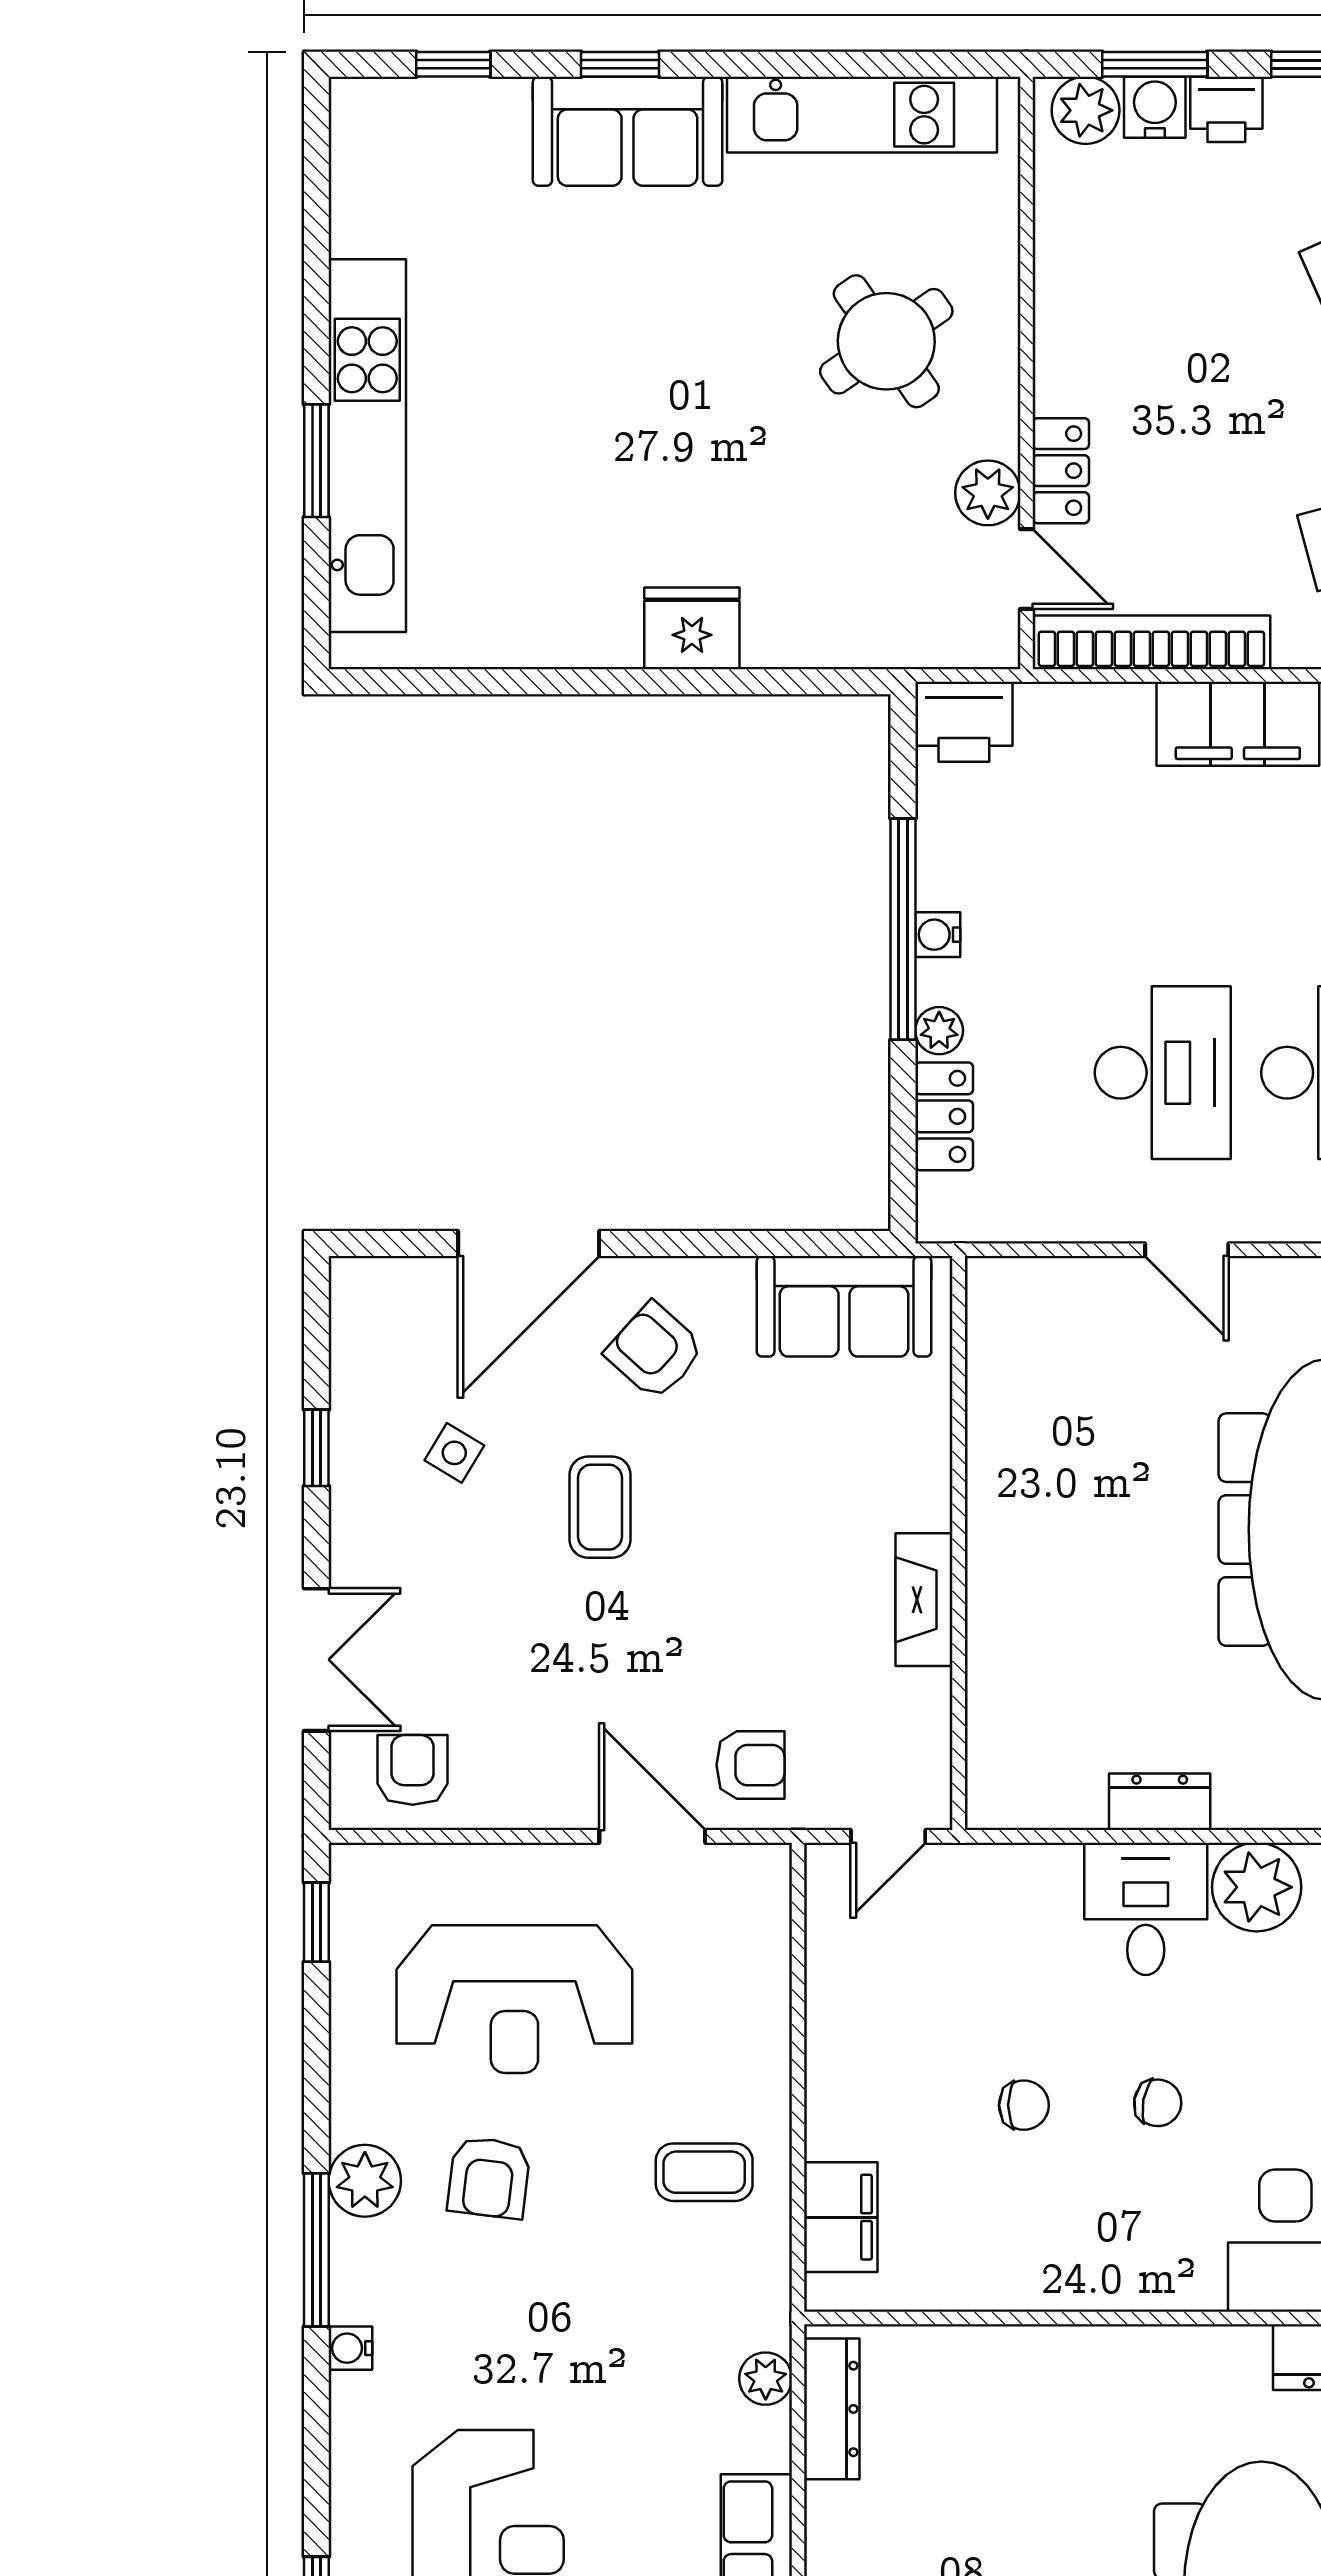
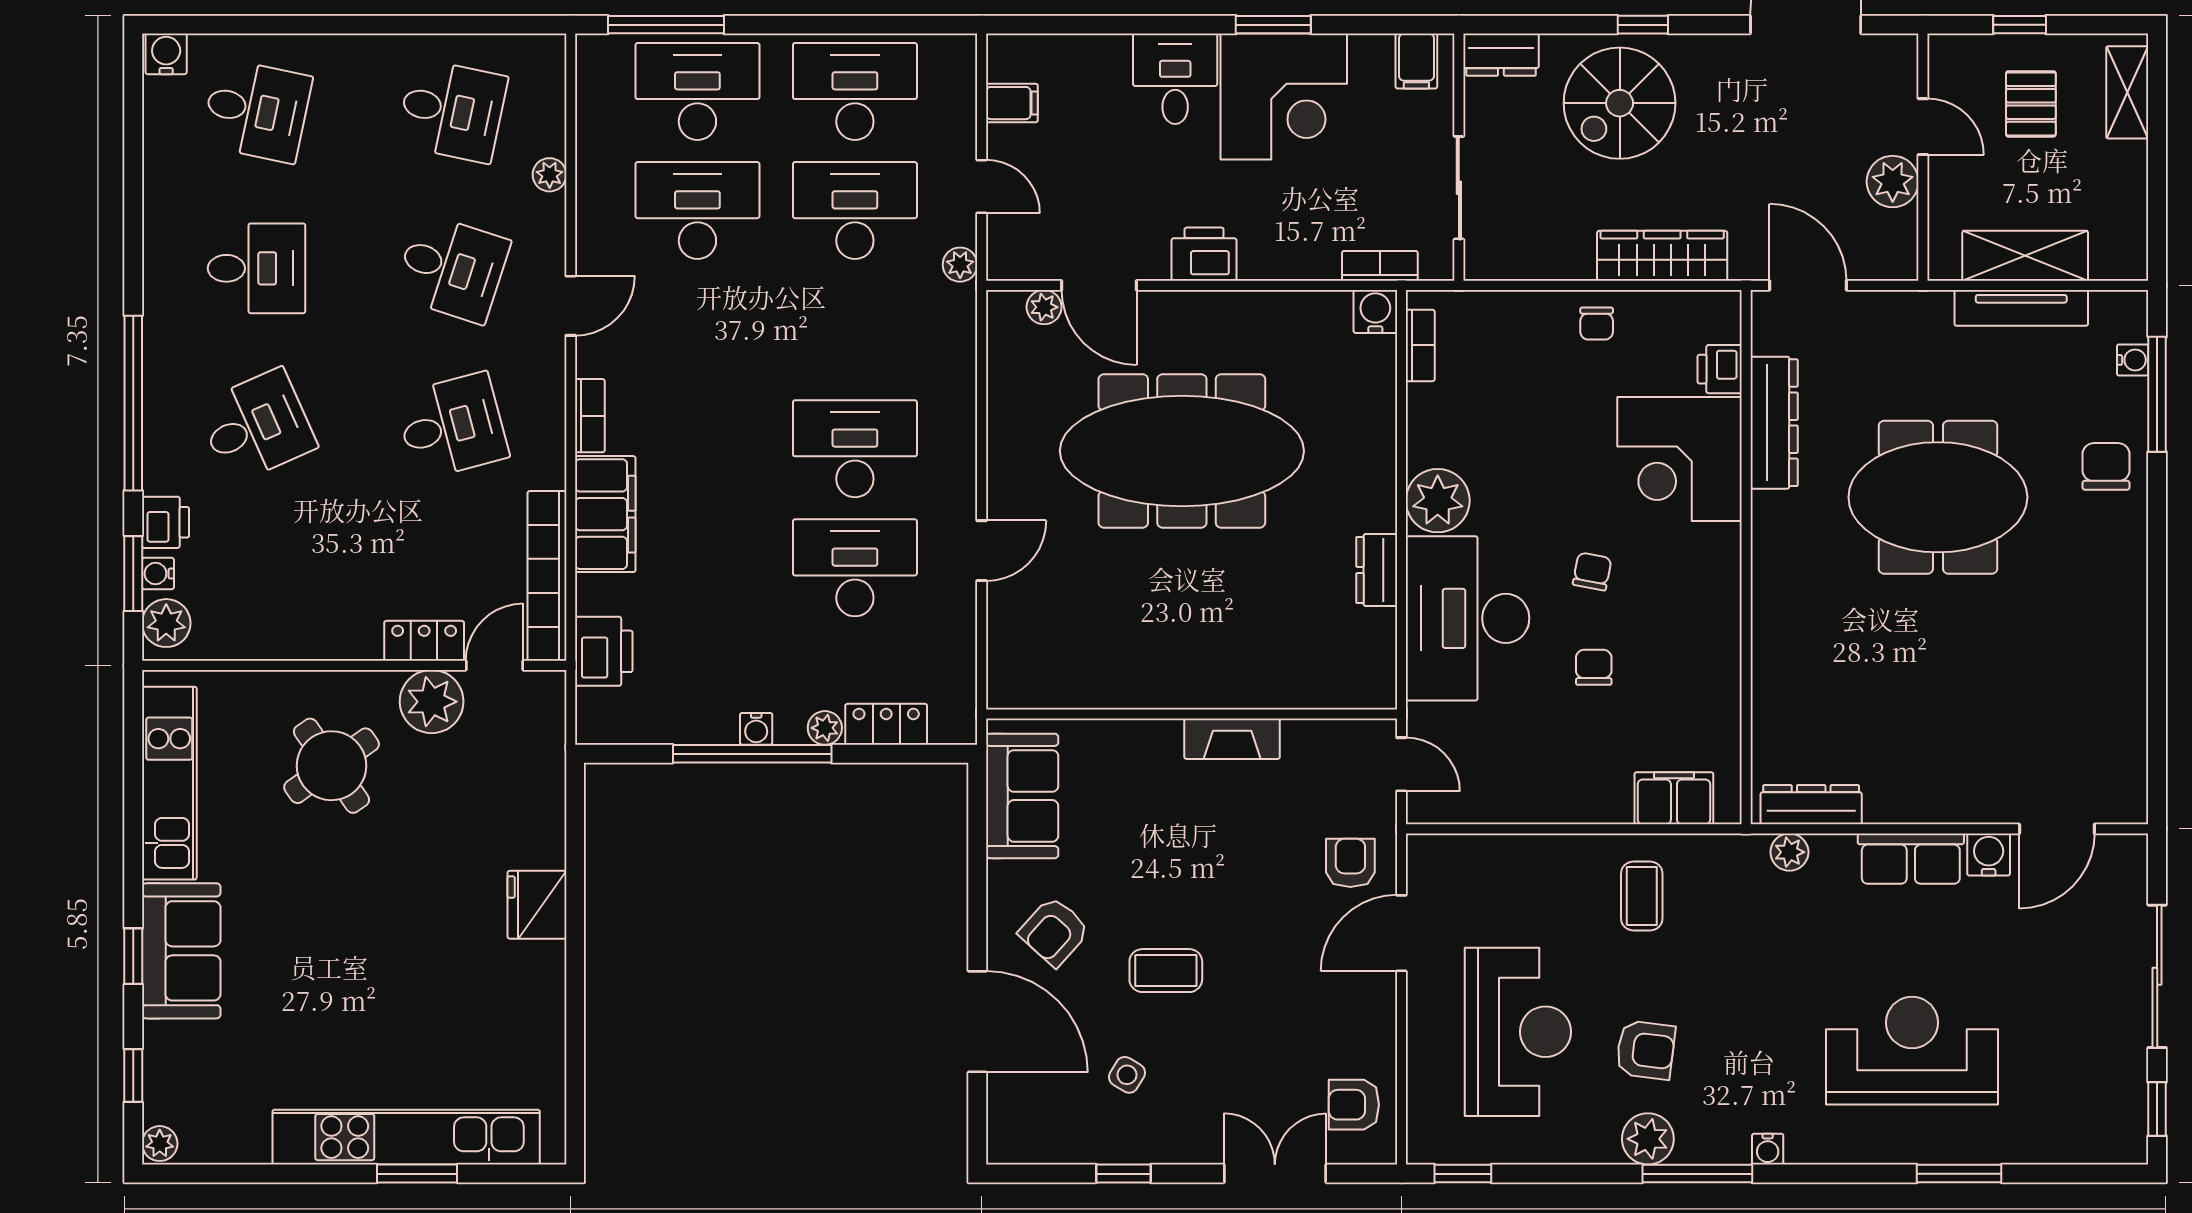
plant: (358, 101) -> (160, 1144), added
water cooler: (1155, 107) -> (158, 574), width x0.72, depth x0.72
plant: (988, 493) -> (432, 702), width x1.36, depth x1.36
printer: (964, 722) -> (604, 651), moved
desk: (1146, 1909) -> (1468, 618), width x1.87, depth x1.30

